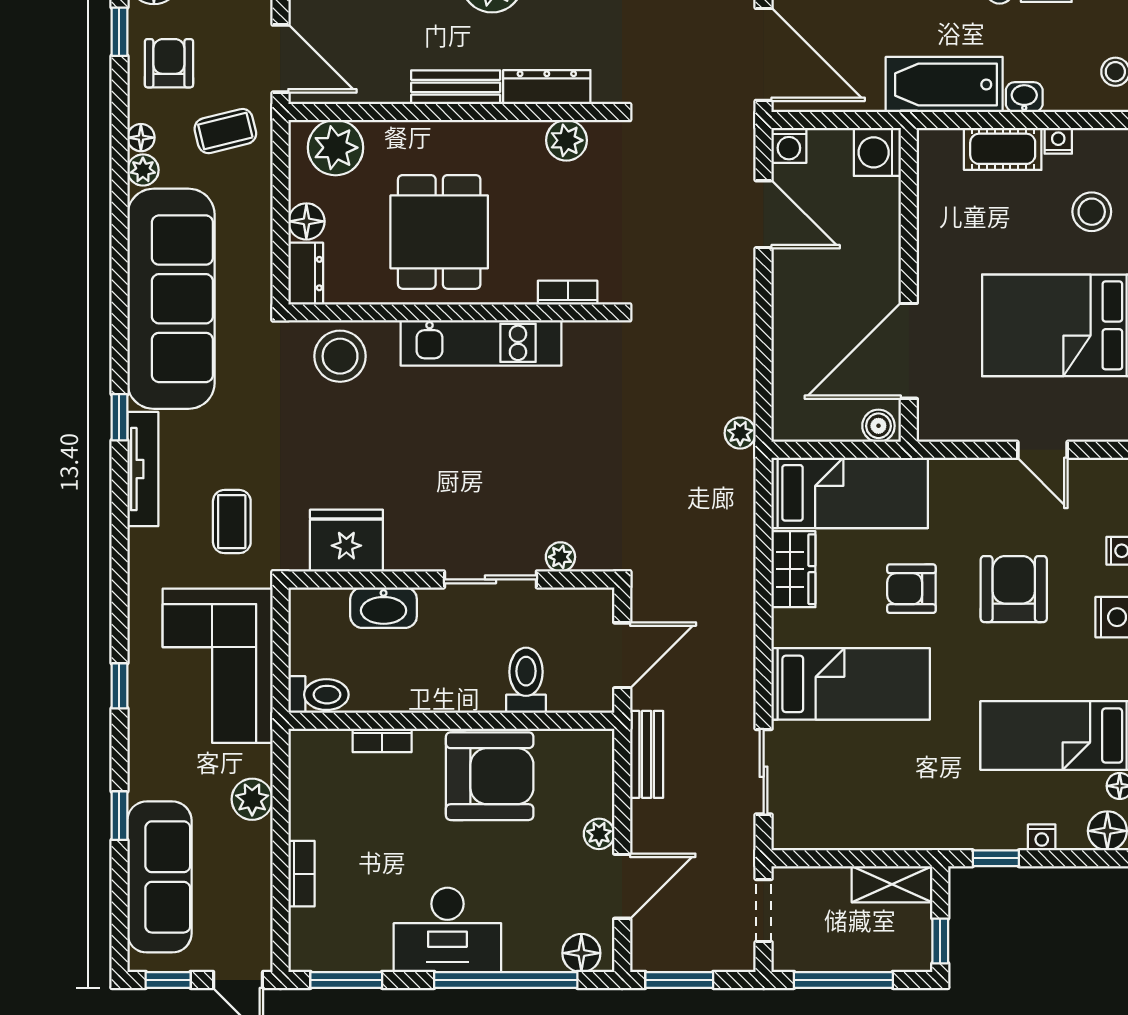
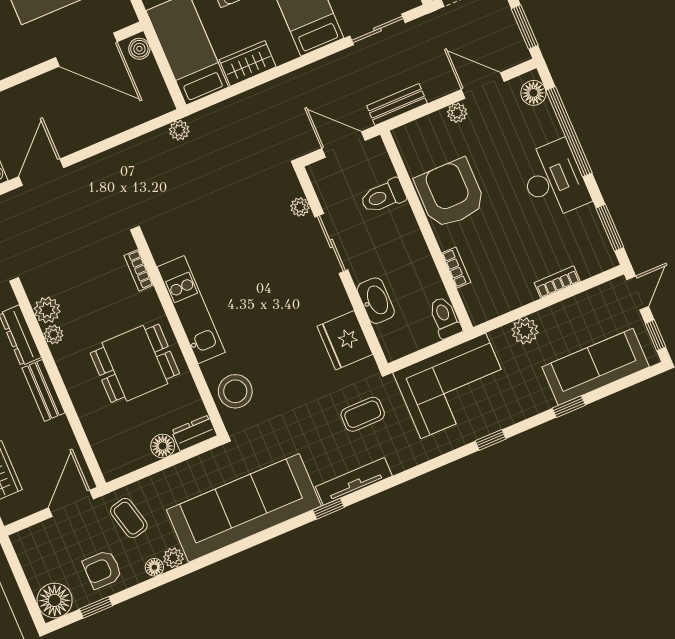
plant: (336, 148) -> (54, 334), moved, width x0.53, depth x0.53

